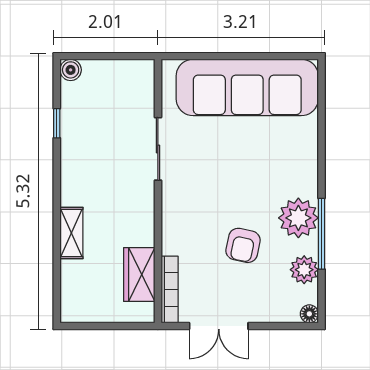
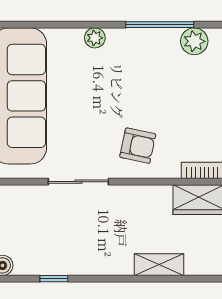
plant: (298, 218) -> (95, 38), moved, width x0.53, depth x0.53
armchair: (243, 245) -> (138, 146), moved

